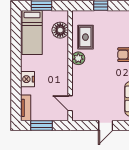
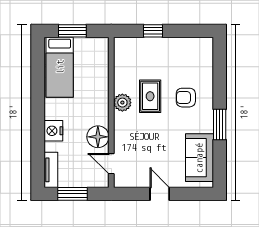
floor lamp: (60, 30) -> (98, 137), moved
rug: (85, 37) -> (150, 96), moved
door: (106, 126) -> (160, 194), swing flipped

